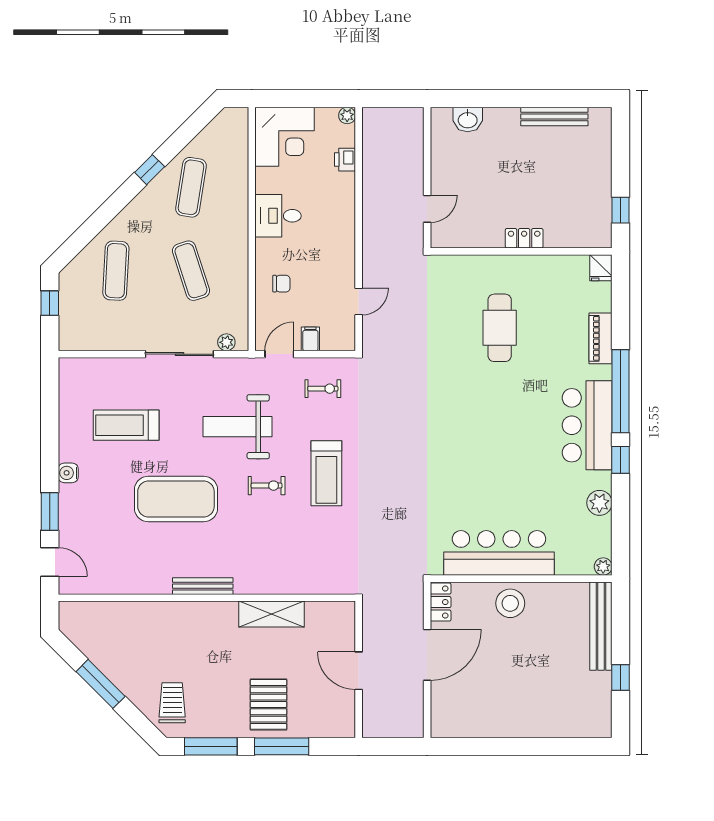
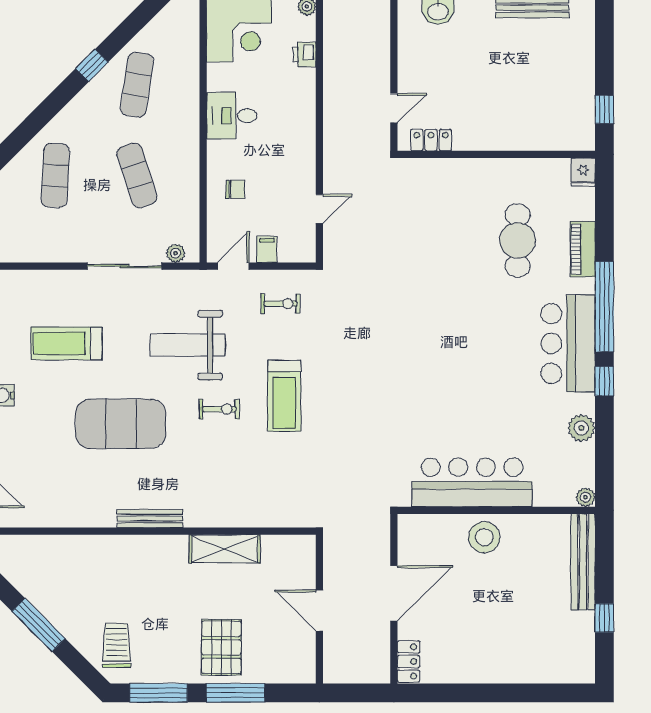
locker: (524, 238) -> (431, 140), moved
cafe table: (500, 328) -> (518, 240), moved
locker: (441, 602) -> (409, 661), moved

